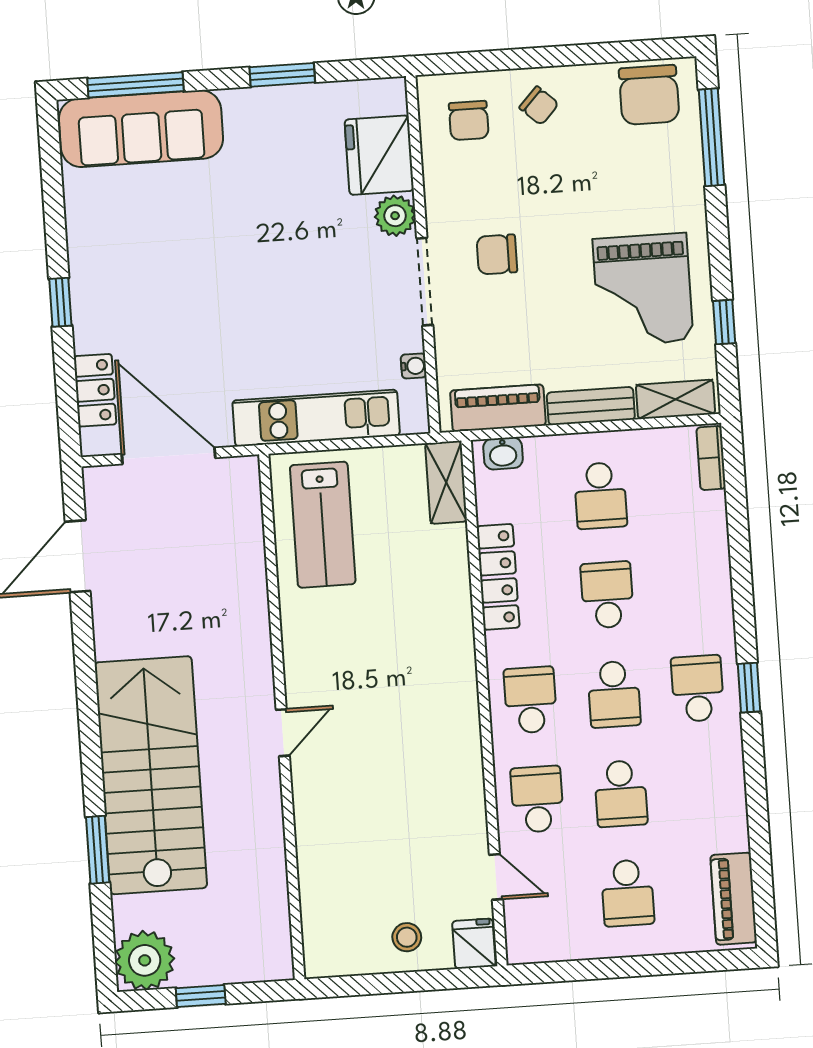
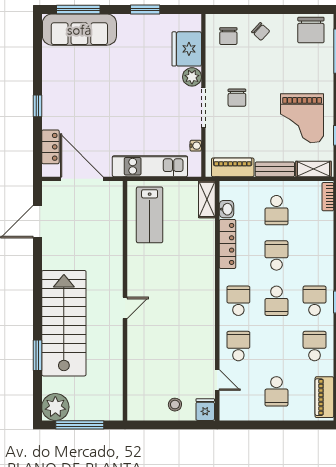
chair: (497, 254) -> (237, 98), turned -90
washbasin: (503, 453) -> (226, 209), moved, turned -90
school desk: (621, 794) -> (315, 346), moved, turned 180
window: (201, 996) -> (80, 425), width x2.17

